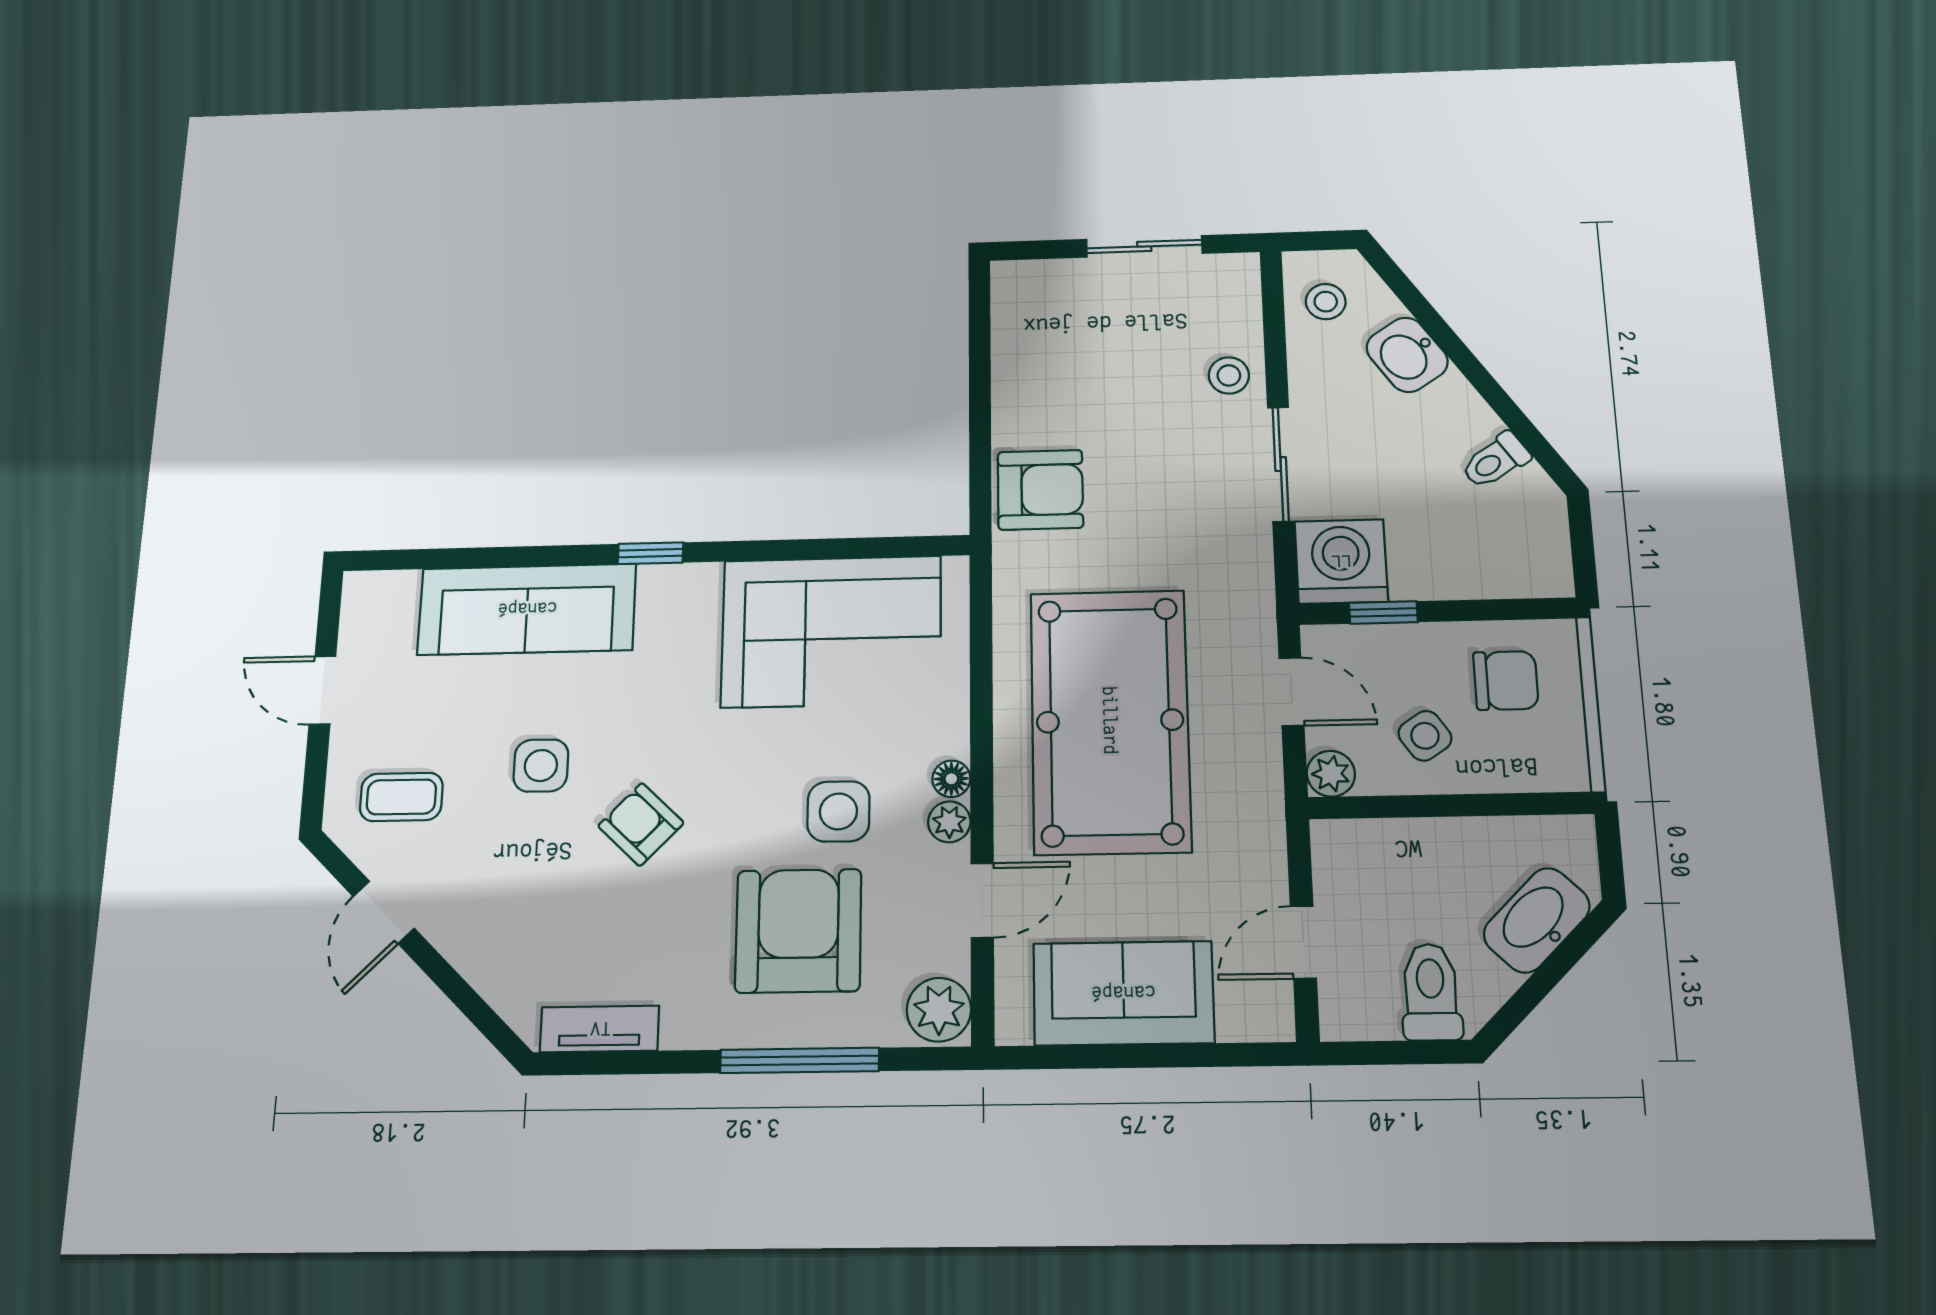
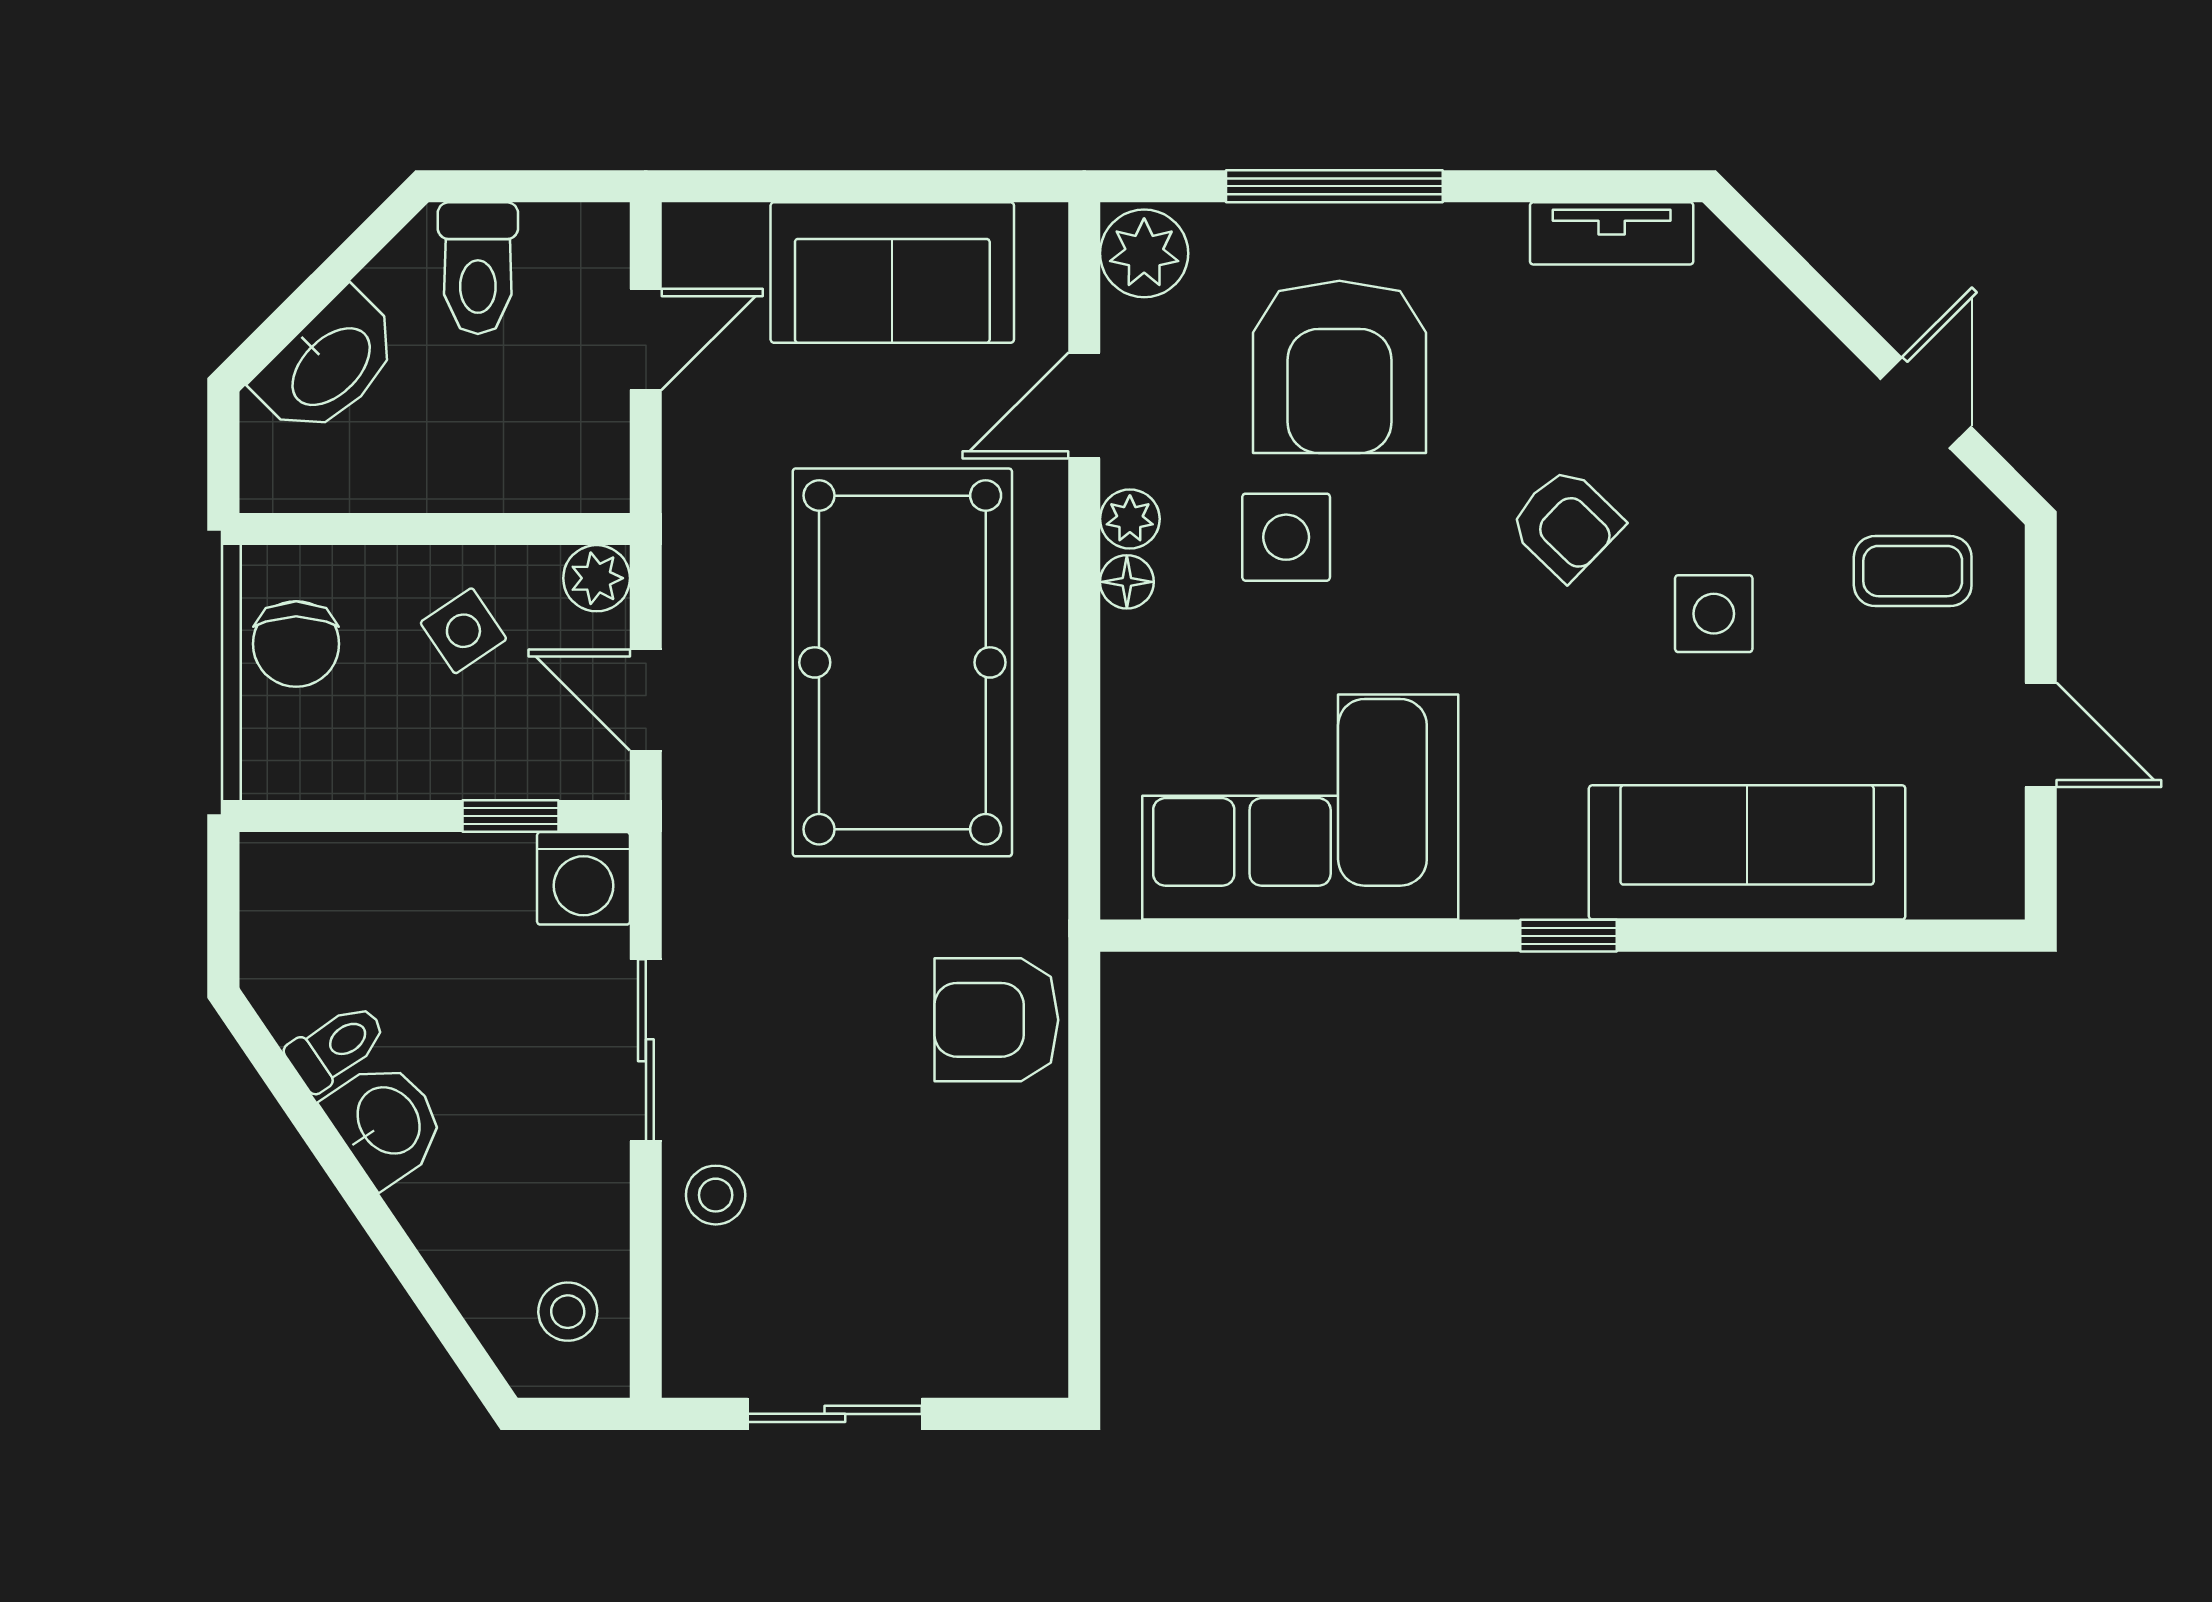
washbasin: (1407, 355) -> (386, 1122), moved
washing machine: (1341, 561) -> (583, 878), width x0.73, depth x0.73
chair: (1506, 680) -> (296, 644), moved, turned -90

